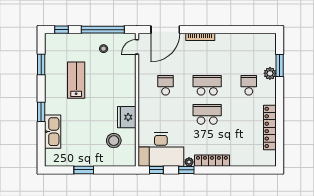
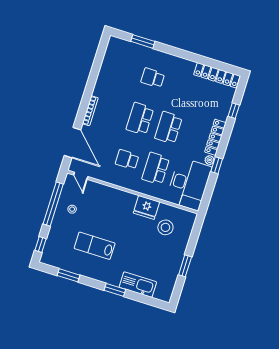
plant: (270, 73) -> (148, 53), removed
school desk: (166, 114) -> (156, 169), added
locker: (270, 127) -> (217, 75), moved
window: (156, 170) -> (234, 111), moved

